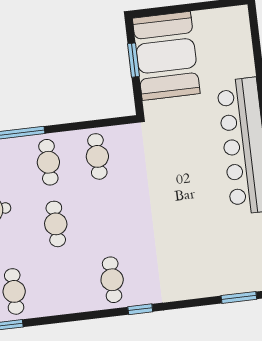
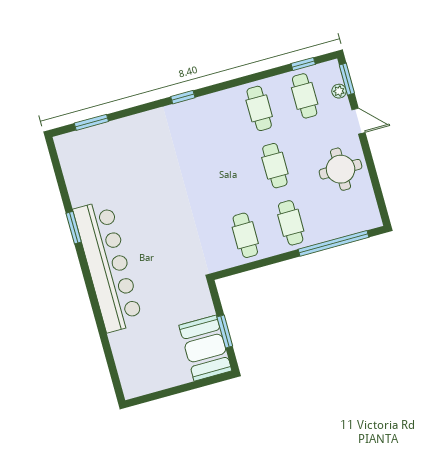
booth: (166, 56) -> (205, 348), width x0.73, depth x0.70
cafe table: (112, 280) -> (259, 108), moved

